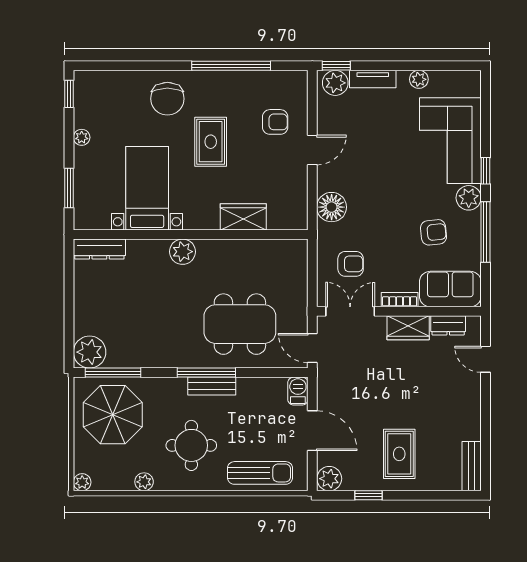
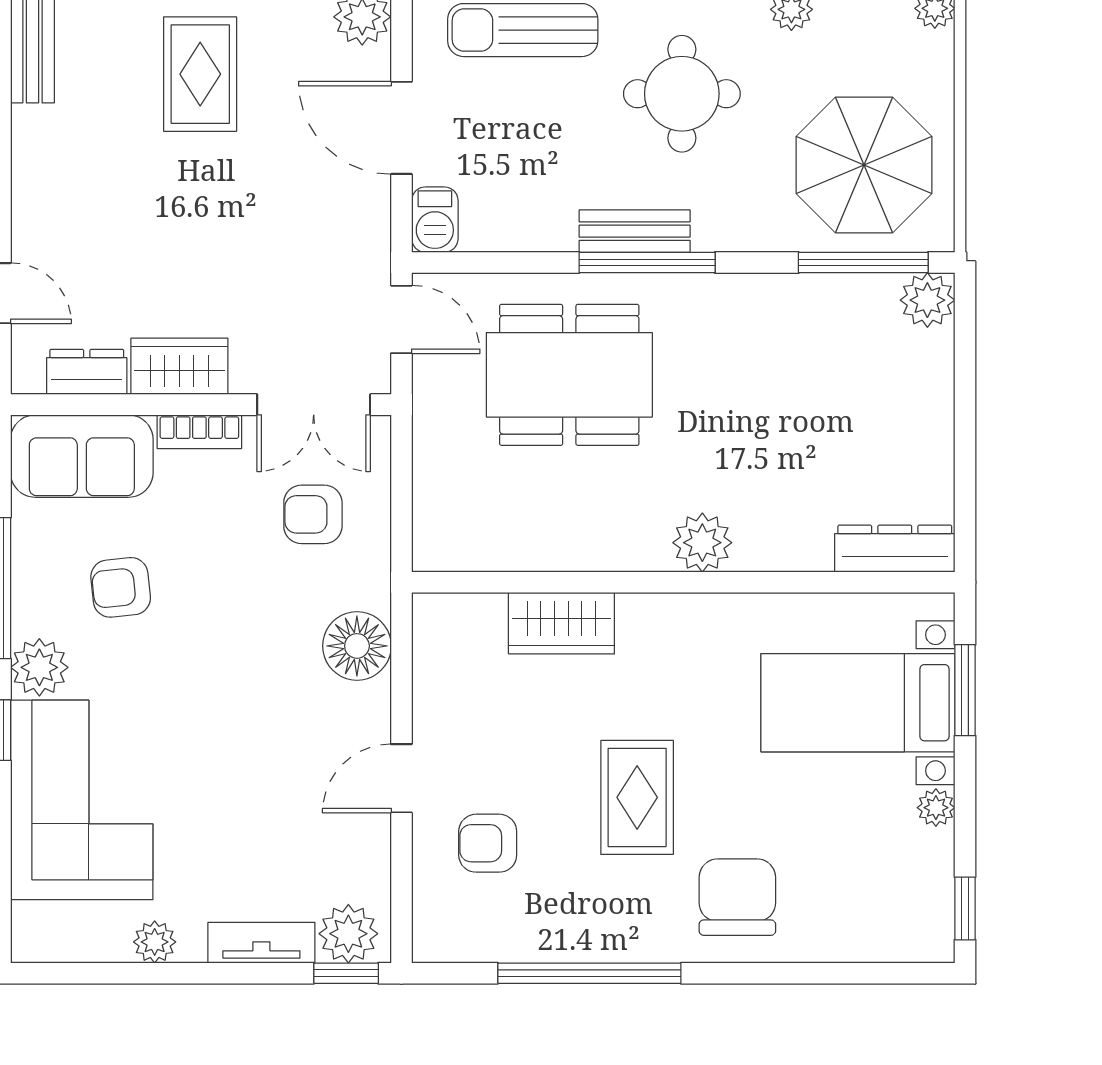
bed with nightstands: (147, 188) -> (858, 703), moved, turned 90
plant: (90, 352) -> (927, 300), width x0.73, depth x0.73

